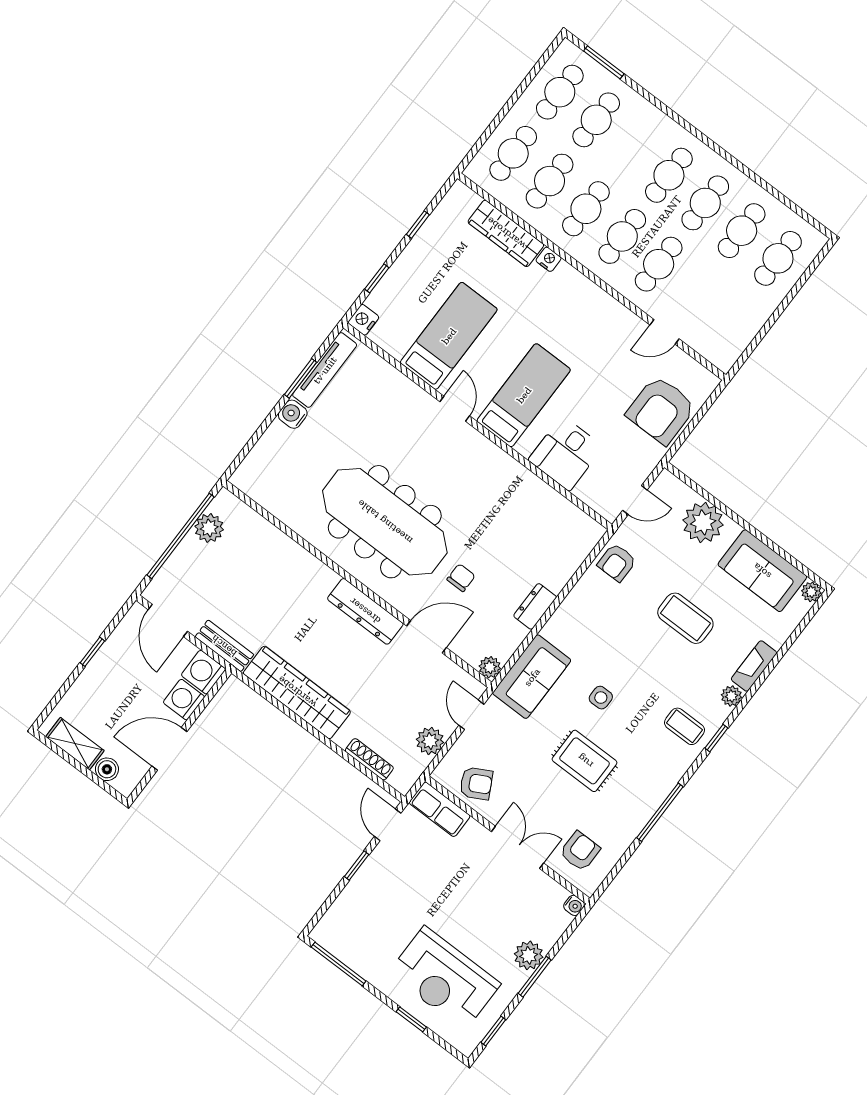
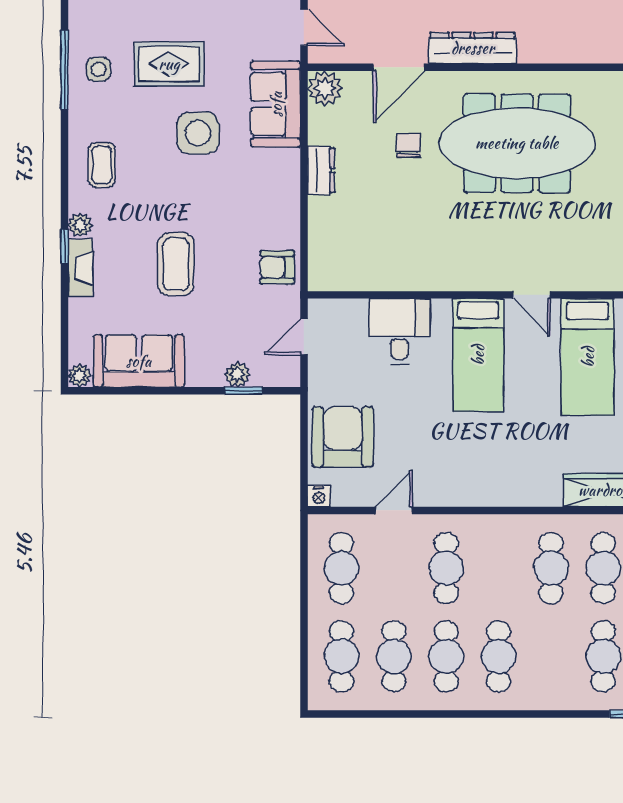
cafe table: (622, 236) -> (341, 568), moved
nightstand: (549, 259) -> (319, 496), moved
window: (705, 495) -> (244, 391), added
plant: (703, 522) -> (237, 375), width x0.53, depth x0.53
armchair: (617, 563) -> (277, 267), turned -90
chair: (461, 578) -> (409, 145), turned 180
coffee table: (685, 618) -> (176, 264), turned 90
plant: (490, 667) -> (325, 88), width x1.38, depth x1.38
side table: (601, 698) -> (198, 133), width x1.87, depth x1.87
coffee table: (684, 726) -> (102, 165), turned 90
window: (716, 738) -> (64, 247), moved
side table: (636, 794) -> (99, 69), added

